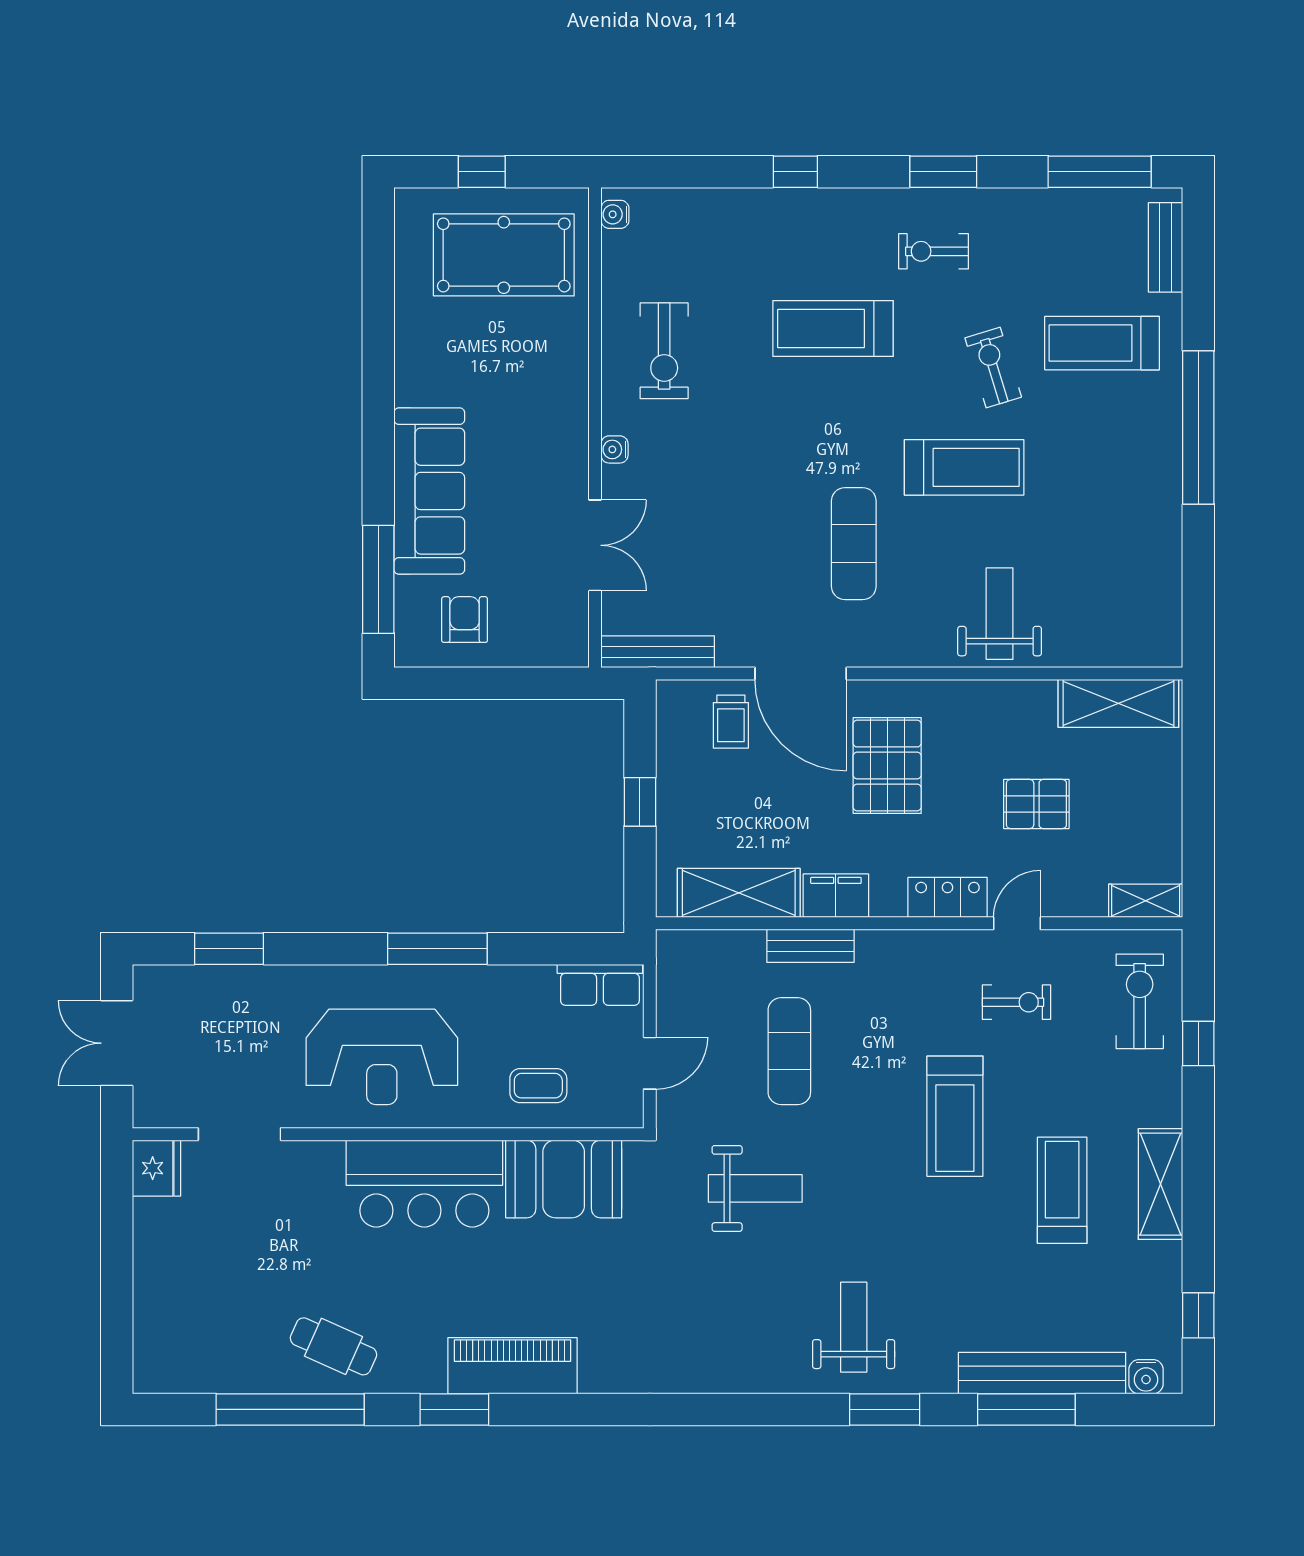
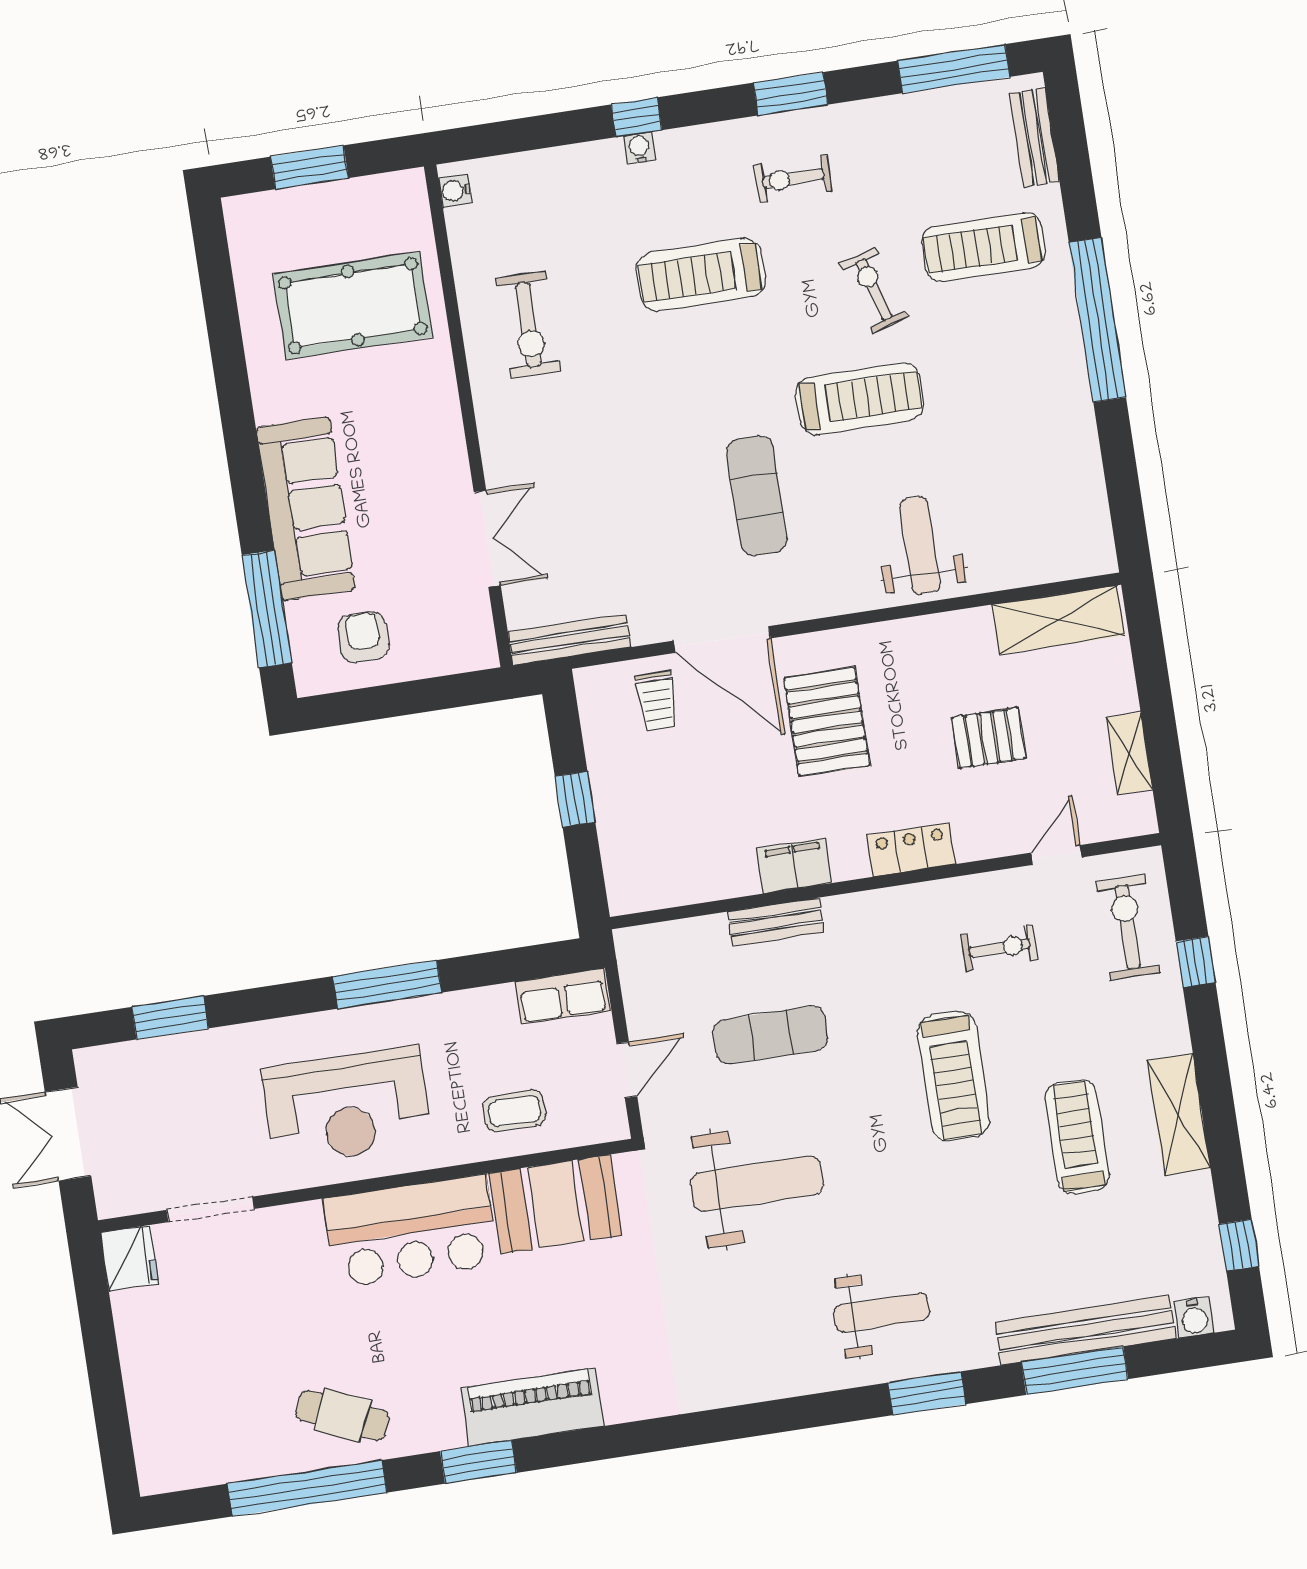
window: (482, 172) -> (310, 167), width x1.50
pool table: (504, 255) -> (353, 306), moved
water cooler: (614, 449) -> (639, 148), moved, turned 90
shelving: (739, 893) -> (693, 878), removed
shelving: (1146, 901) -> (1129, 753), moved, turned 90
door: (1017, 923) -> (1056, 855), moved
exercise mat: (789, 1051) -> (771, 1035), turned 90
weight bench: (755, 1188) -> (757, 1184), width x1.36, depth x1.33
weight bench: (854, 1327) -> (882, 1312), turned 90

